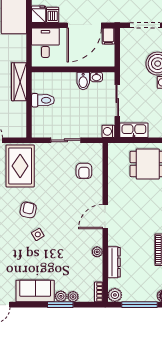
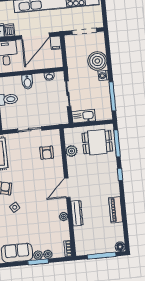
bidet: (83, 81) -> (27, 82), moved
washing machine: (108, 131) -> (63, 119), removed
dresser: (114, 262) -> (77, 213), moved
plant: (115, 295) -> (72, 151), moved

